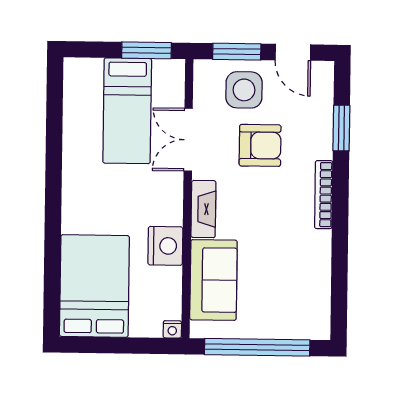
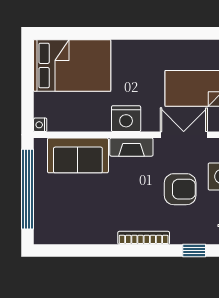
window: (341, 128) -> (194, 251), width x0.67
armchair: (260, 145) -> (180, 189), turned -90
nightstand: (165, 246) -> (126, 119), moved

